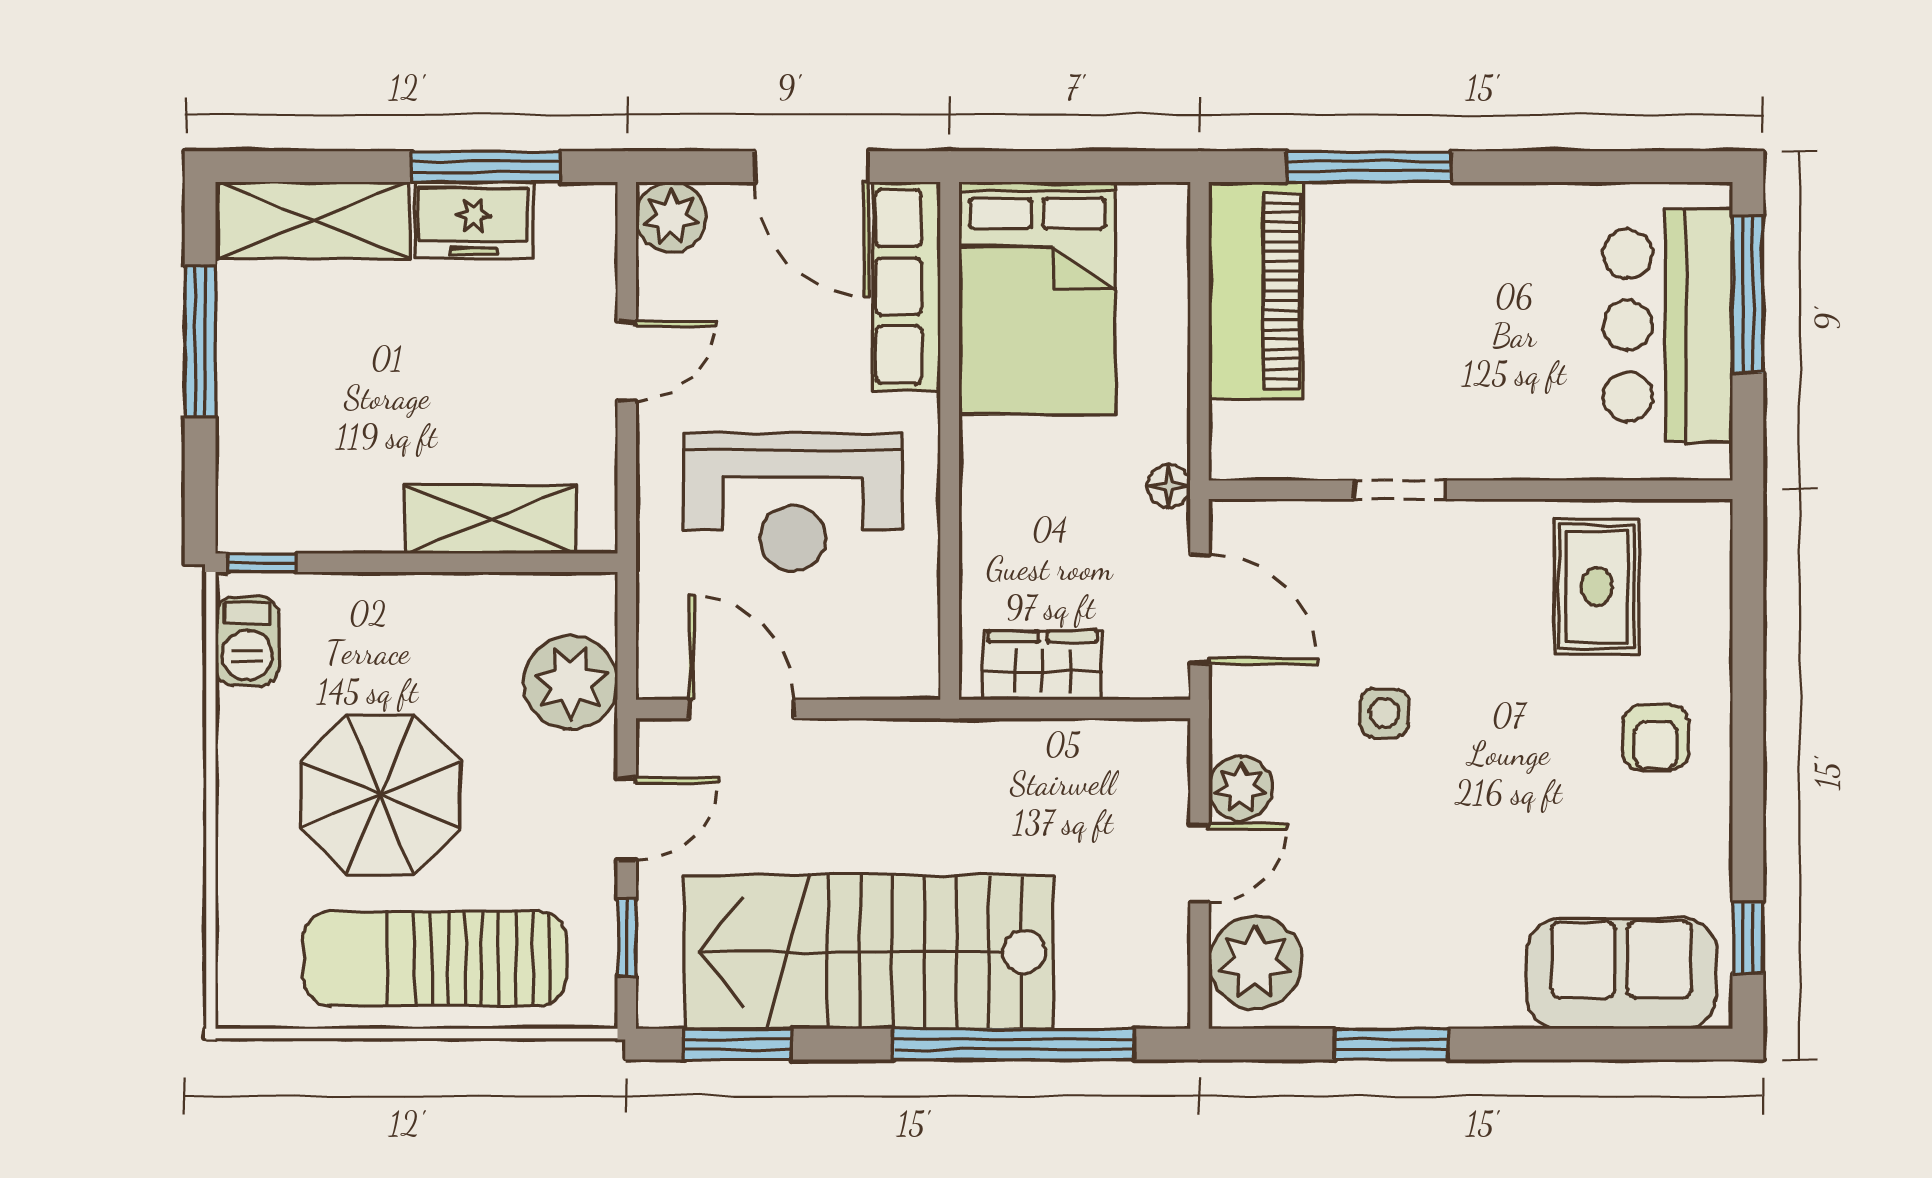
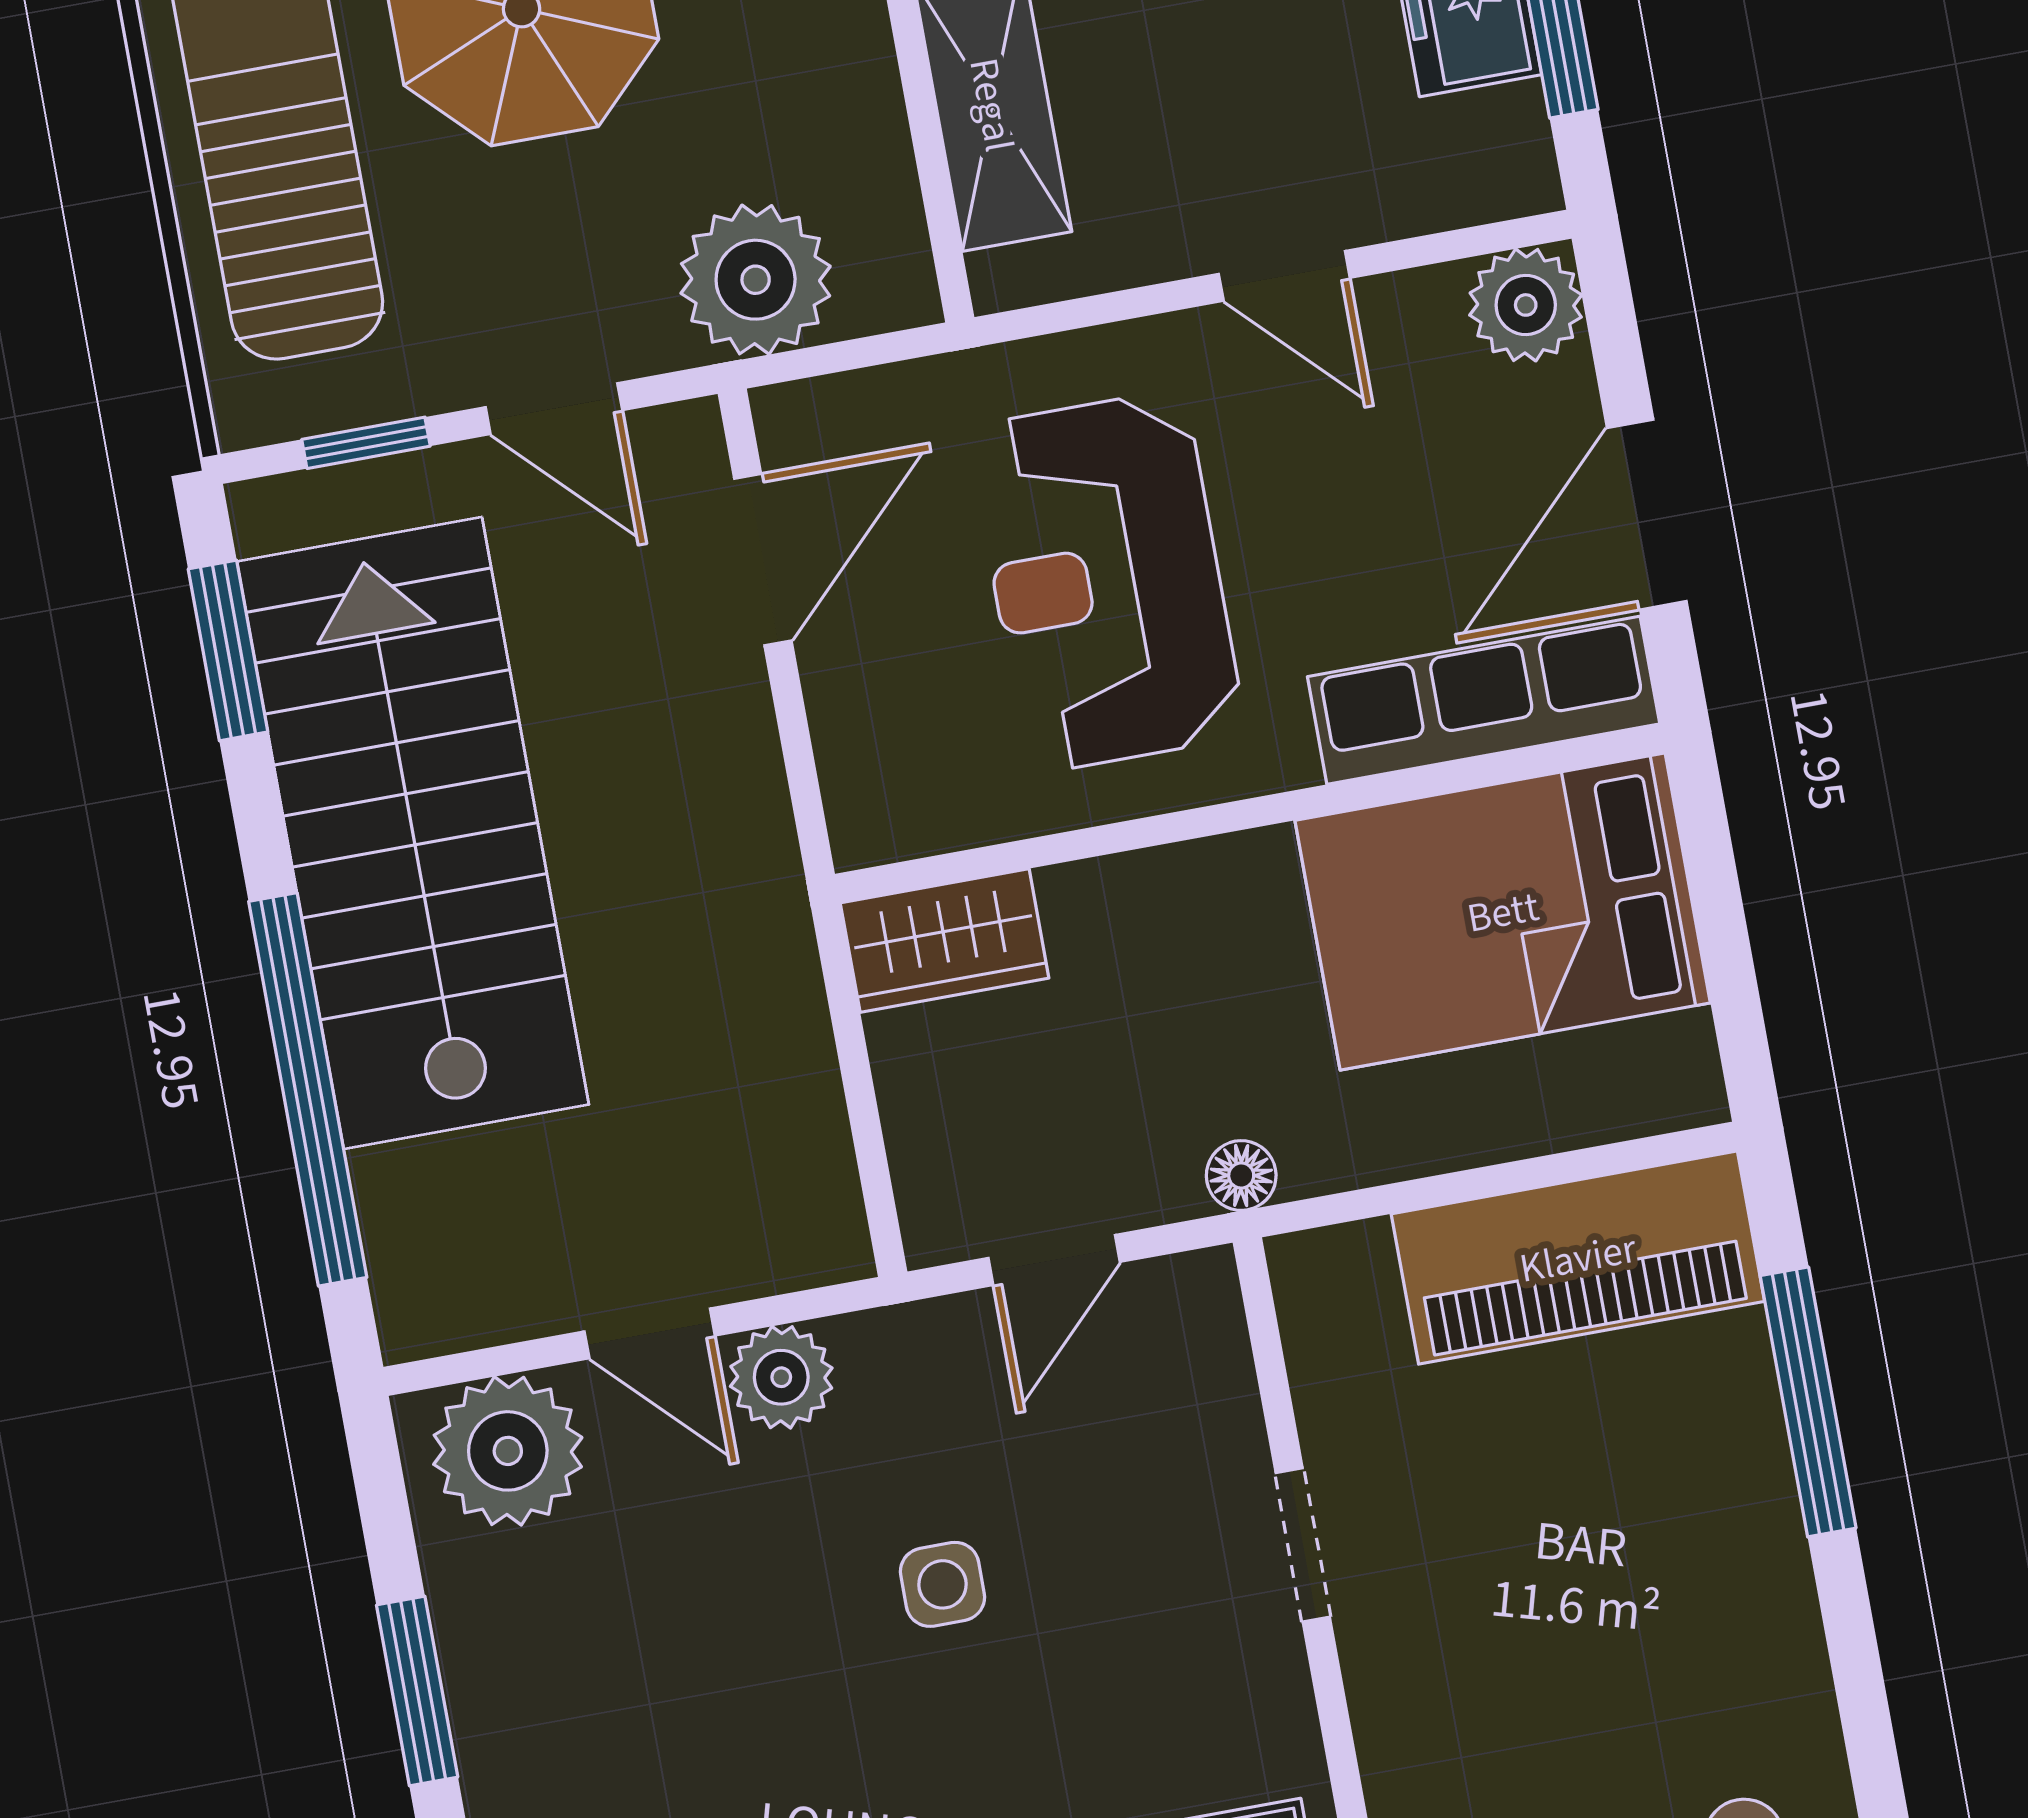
door: (1199, 609) -> (1054, 1260), width x0.73
wardrobe: (1043, 665) -> (945, 940), moved, turned 90

